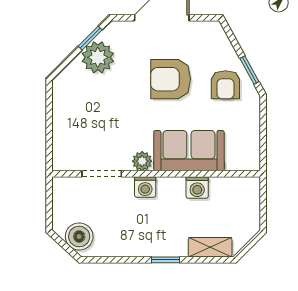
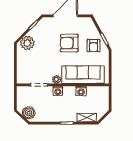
plant: (98, 57) -> (27, 43), moved
sofa: (189, 151) -> (83, 75), width x1.36

